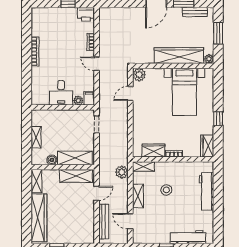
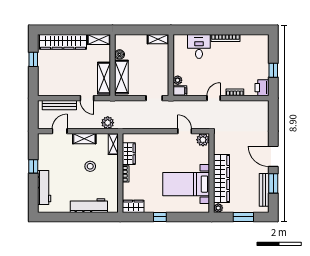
bench: (195, 12) -> (264, 190), width x1.36
desk: (61, 93) -> (199, 46), moved, turned 90
shelving: (36, 137) -> (158, 39), moved

